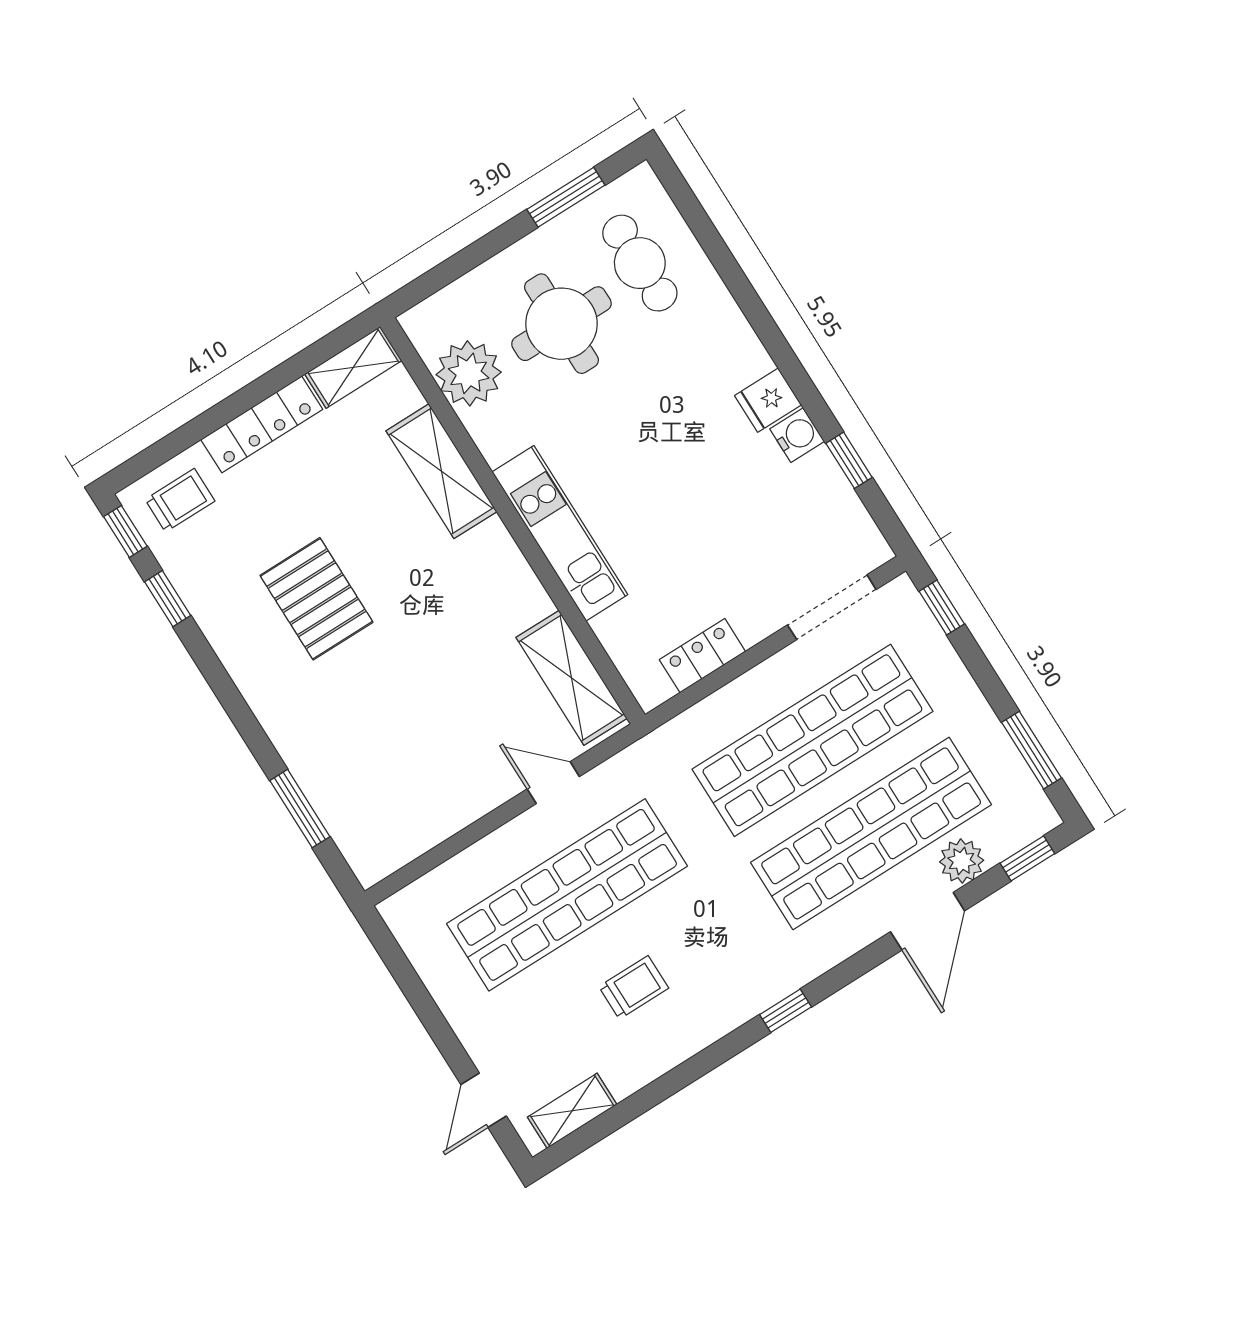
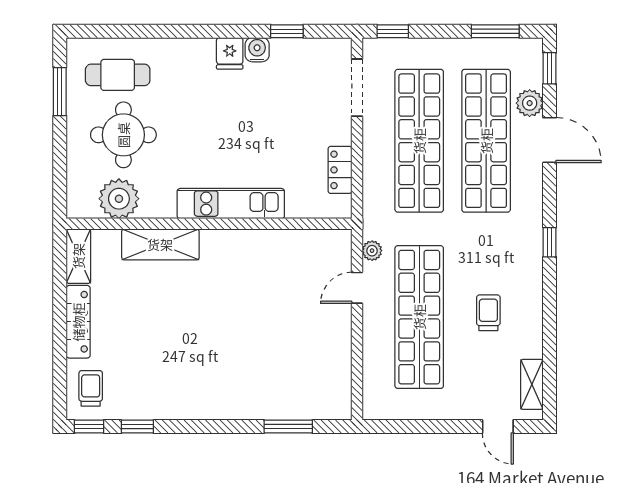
pallet: (316, 599) -> (186, 350), removed
shelving: (572, 678) -> (309, 244), removed
plant: (618, 771) -> (372, 251), added

